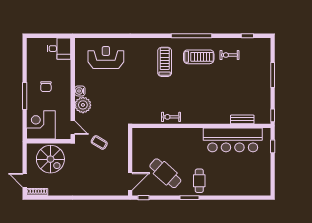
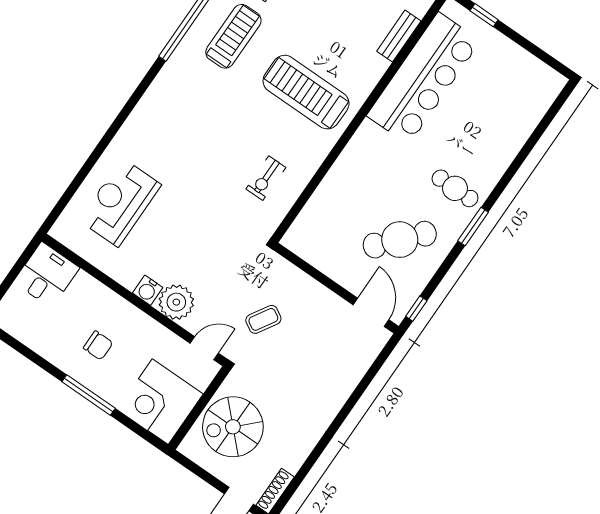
treadmill: (165, 62) -> (306, 92), moved, width x1.37, depth x1.38
exercise bike: (171, 117) -> (266, 178), moved
spiral stairs: (50, 159) -> (233, 427), turned 180

